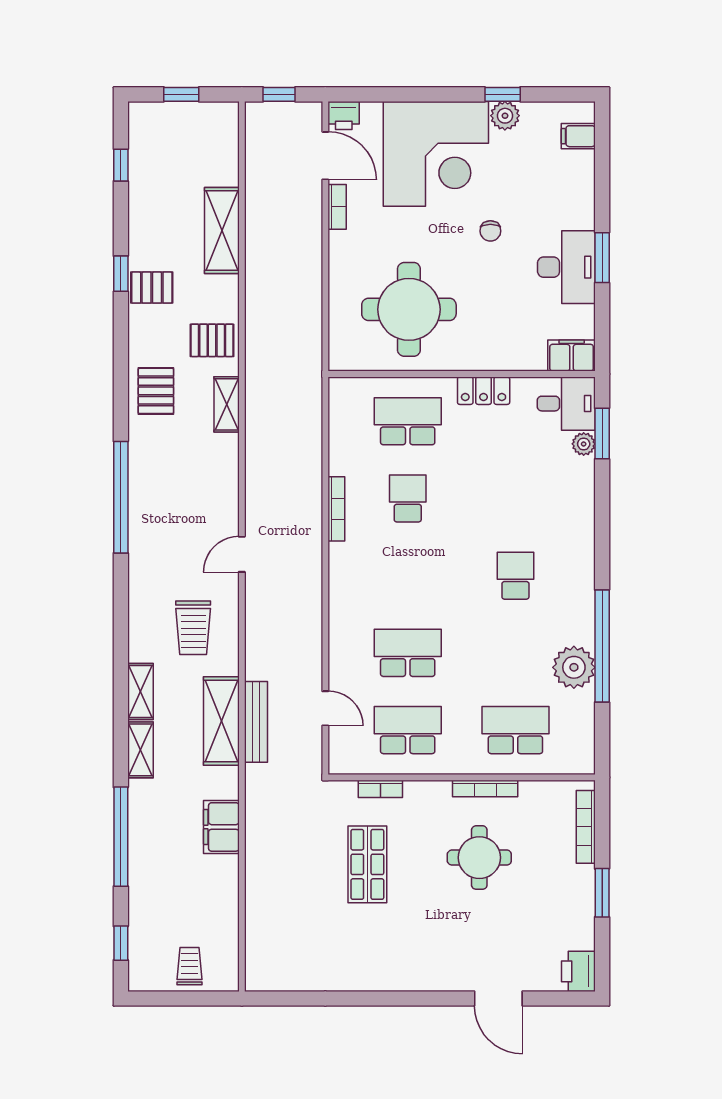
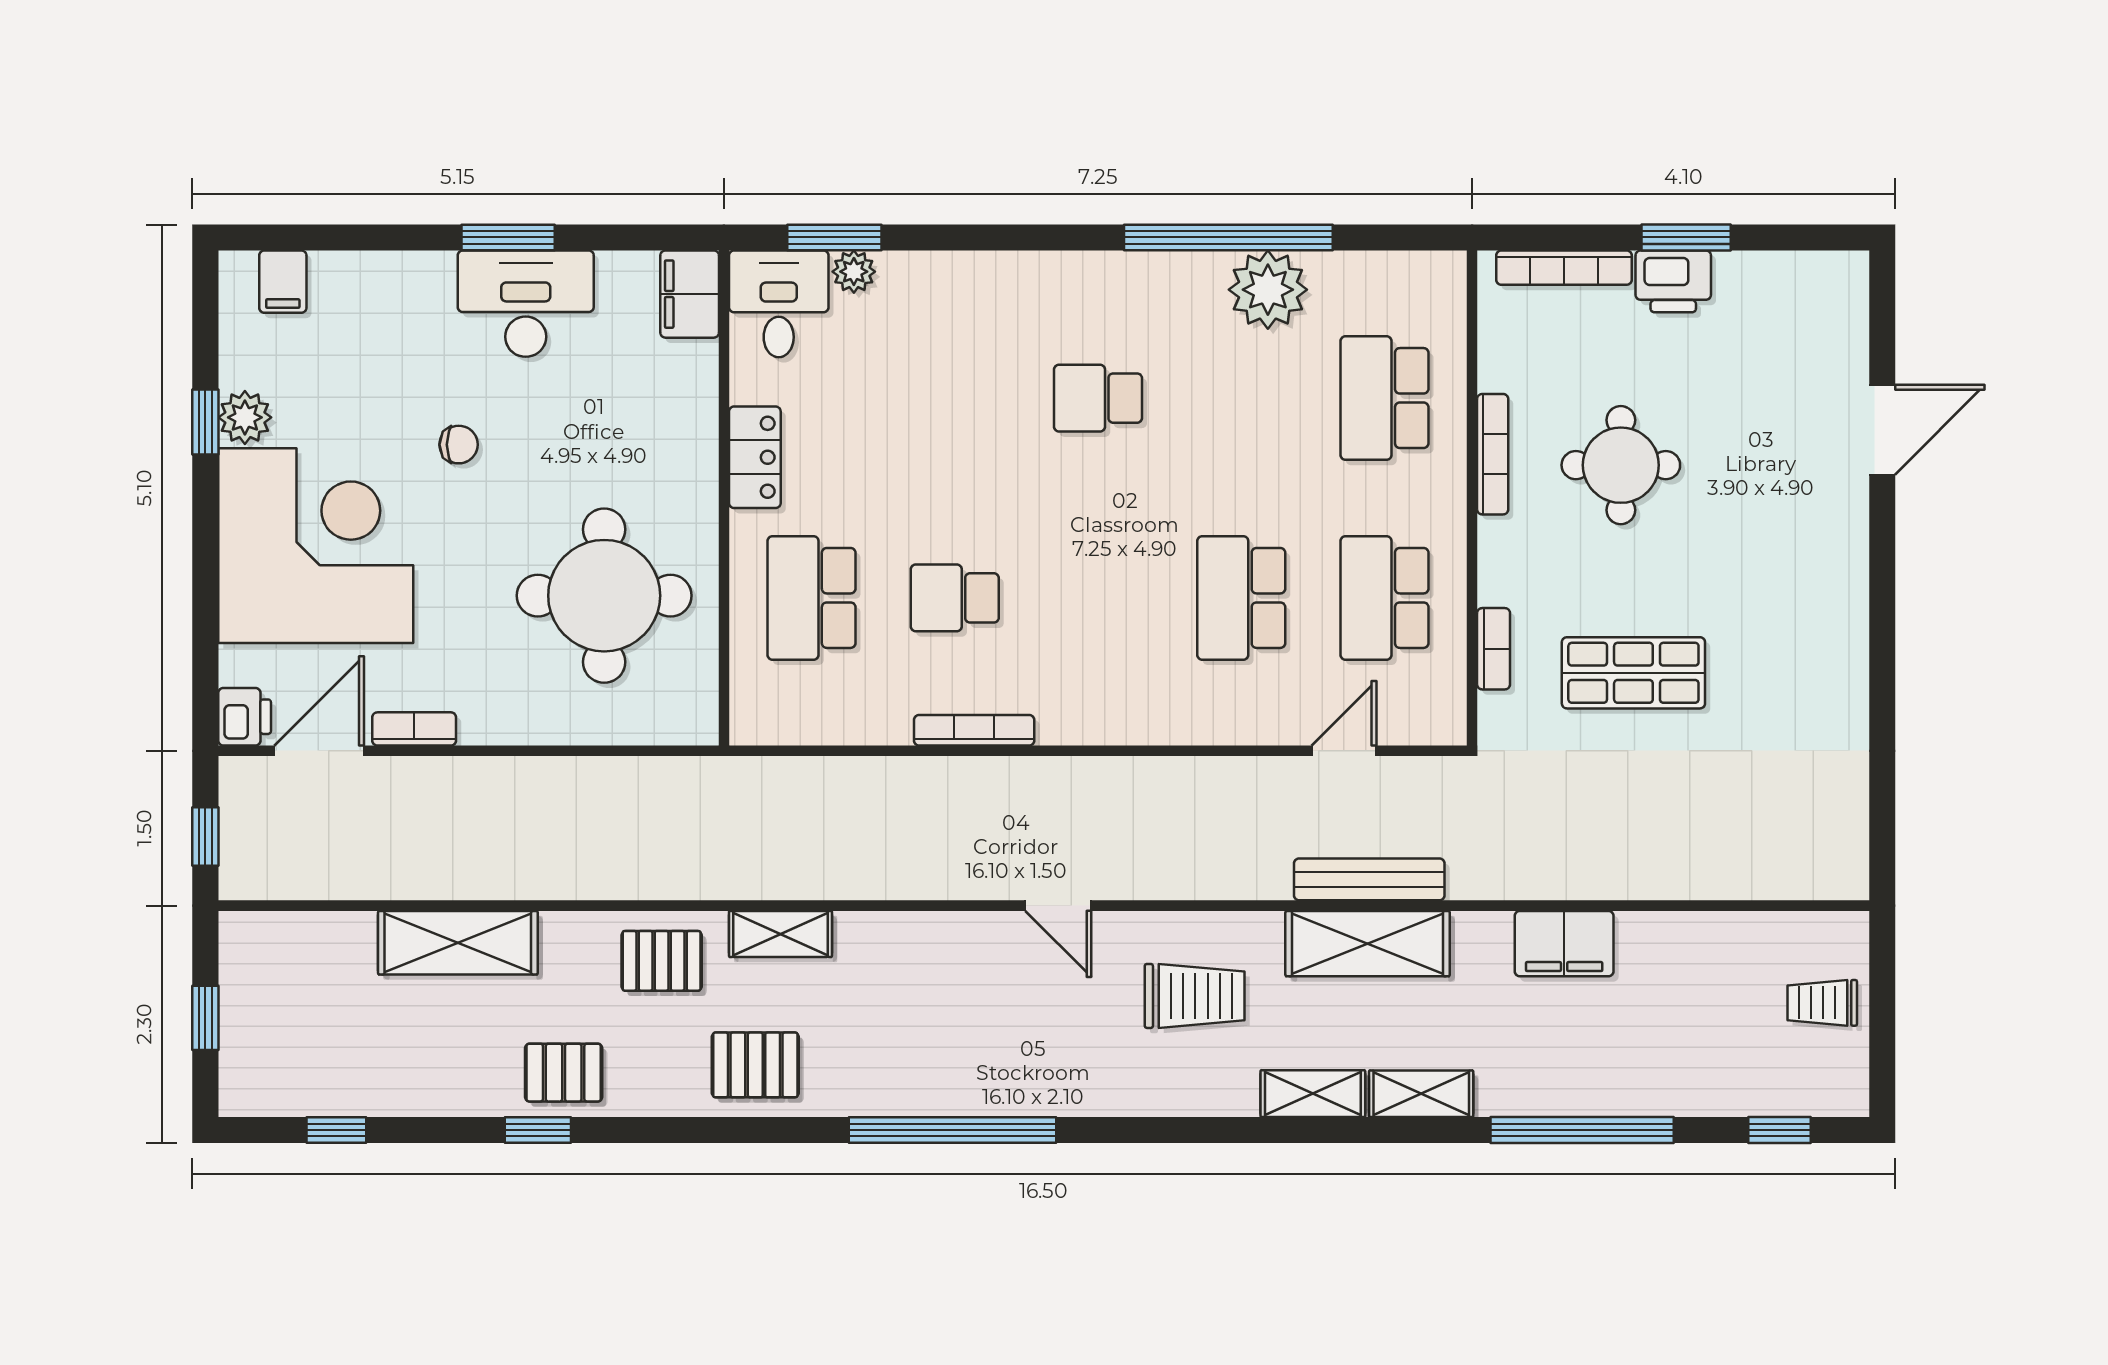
pallet: (152, 288) -> (564, 1073), turned 90
pallet: (212, 340) -> (662, 961), turned 90
printer: (578, 971) -> (1673, 281), moved

